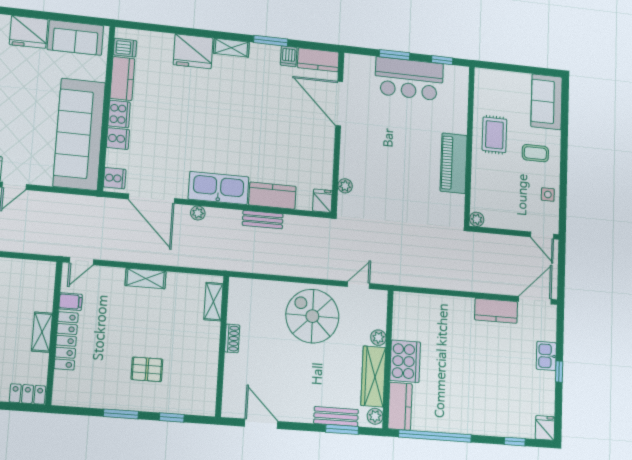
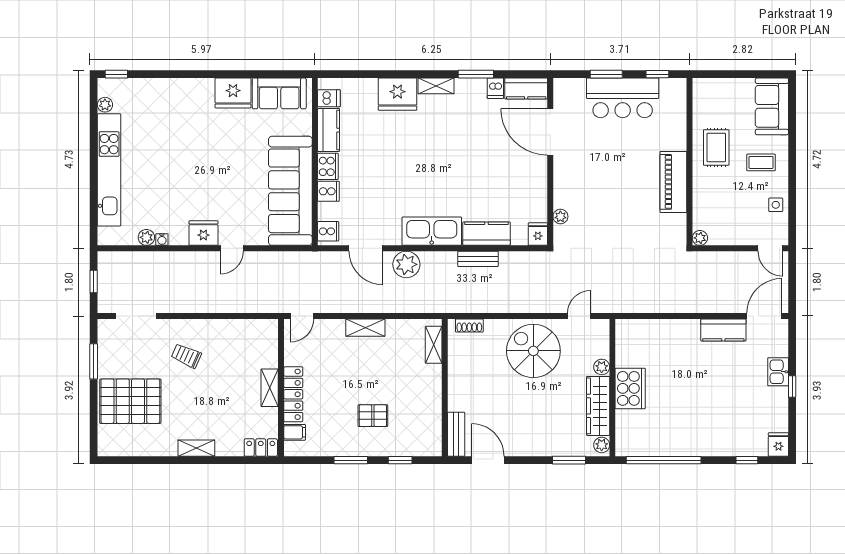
door: (151, 199) -> (366, 248), width x0.73
plant: (198, 213) -> (406, 264), width x1.87, depth x1.87
filing cabinet: (71, 302) -> (295, 432), moved
shoe rack: (232, 338) -> (469, 326), moved, turned 90
kitchen counter: (400, 406) -> (627, 433), removed
bench: (336, 416) -> (456, 434), moved, turned 90

